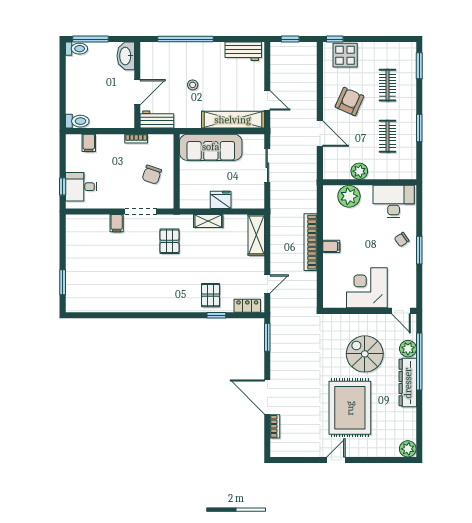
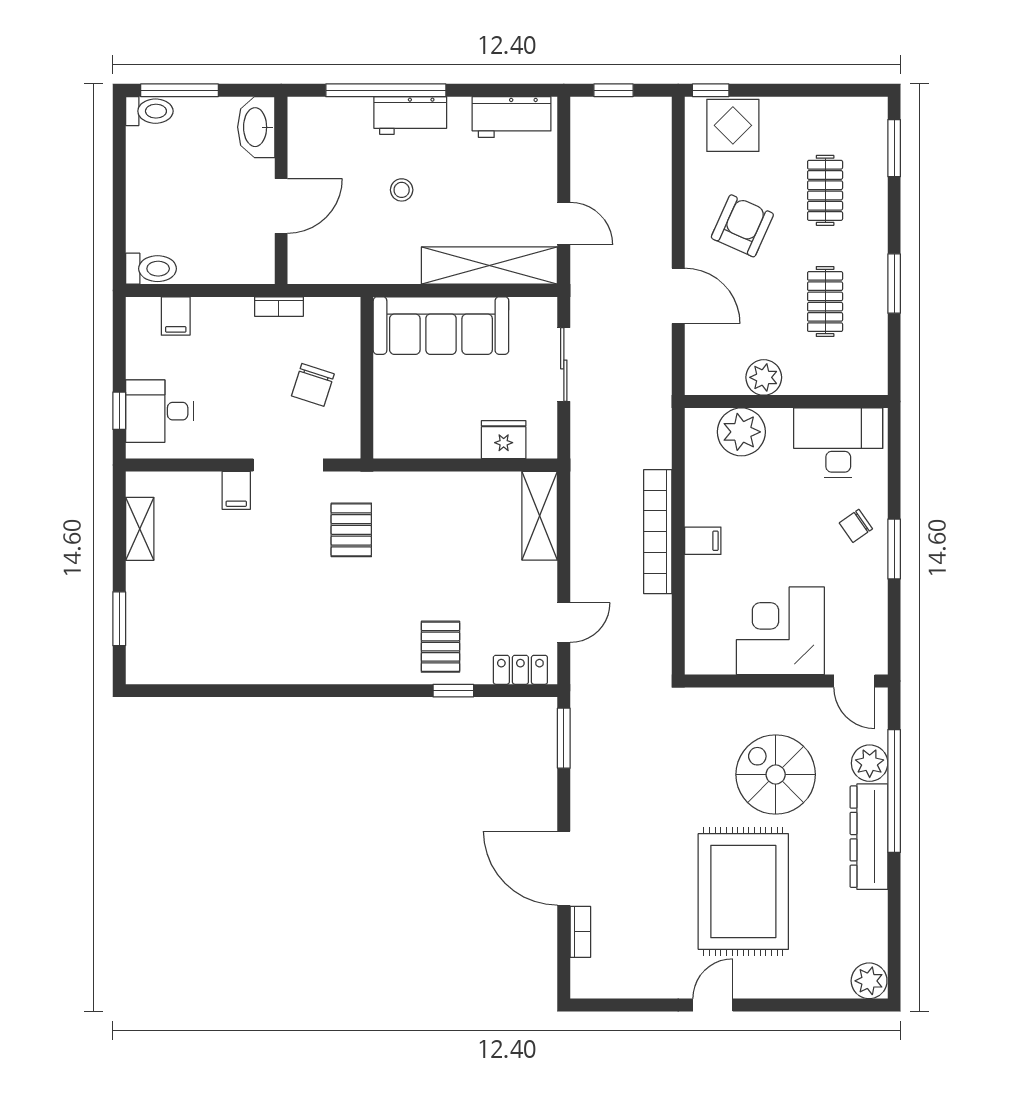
workbench: (157, 120) -> (410, 115), moved, turned 180
fridge: (221, 200) -> (504, 440), moved
shelving: (208, 221) -> (140, 529), moved, turned 90

